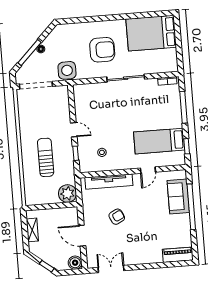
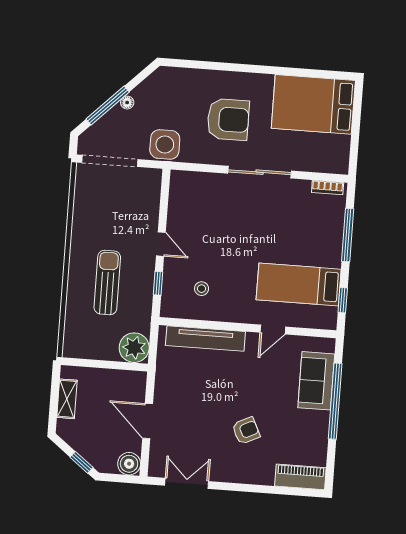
armchair: (117, 217) -> (246, 431), moved

